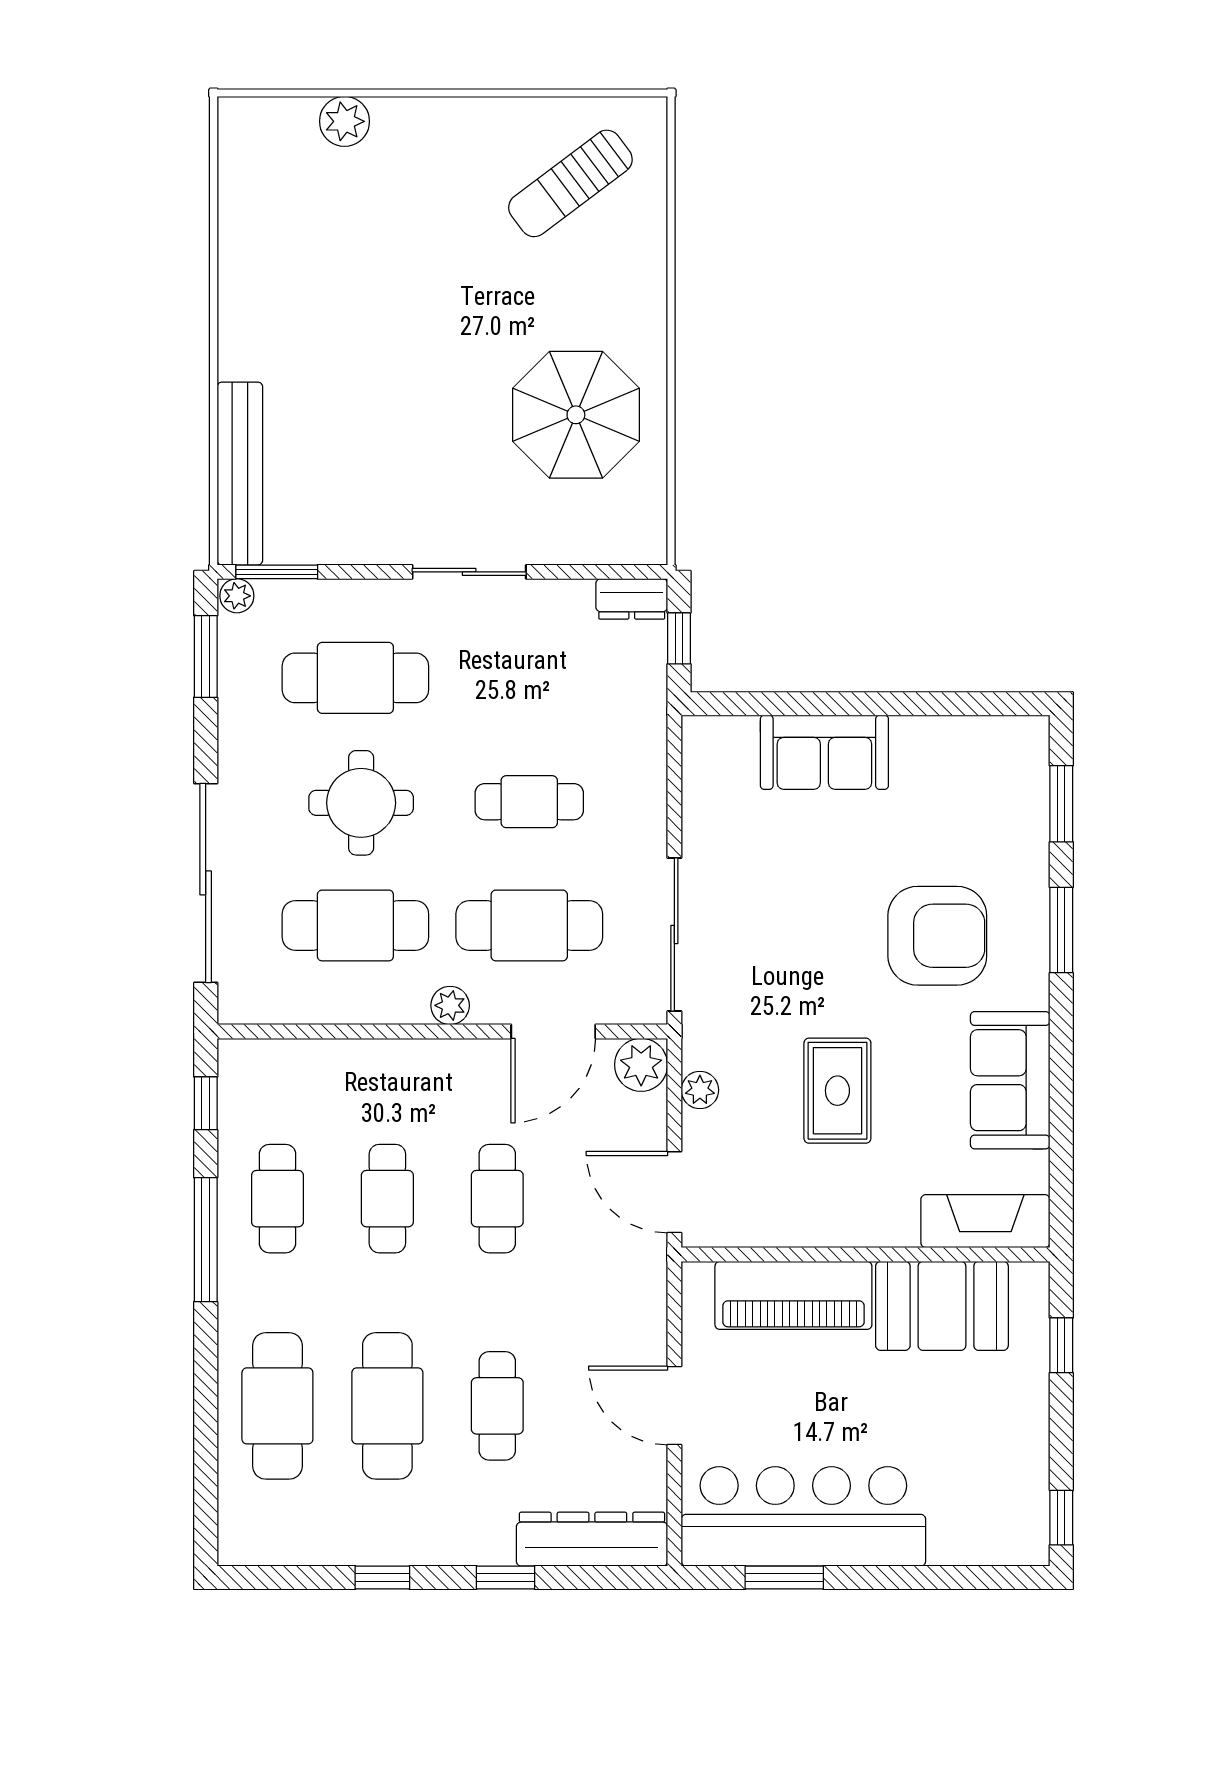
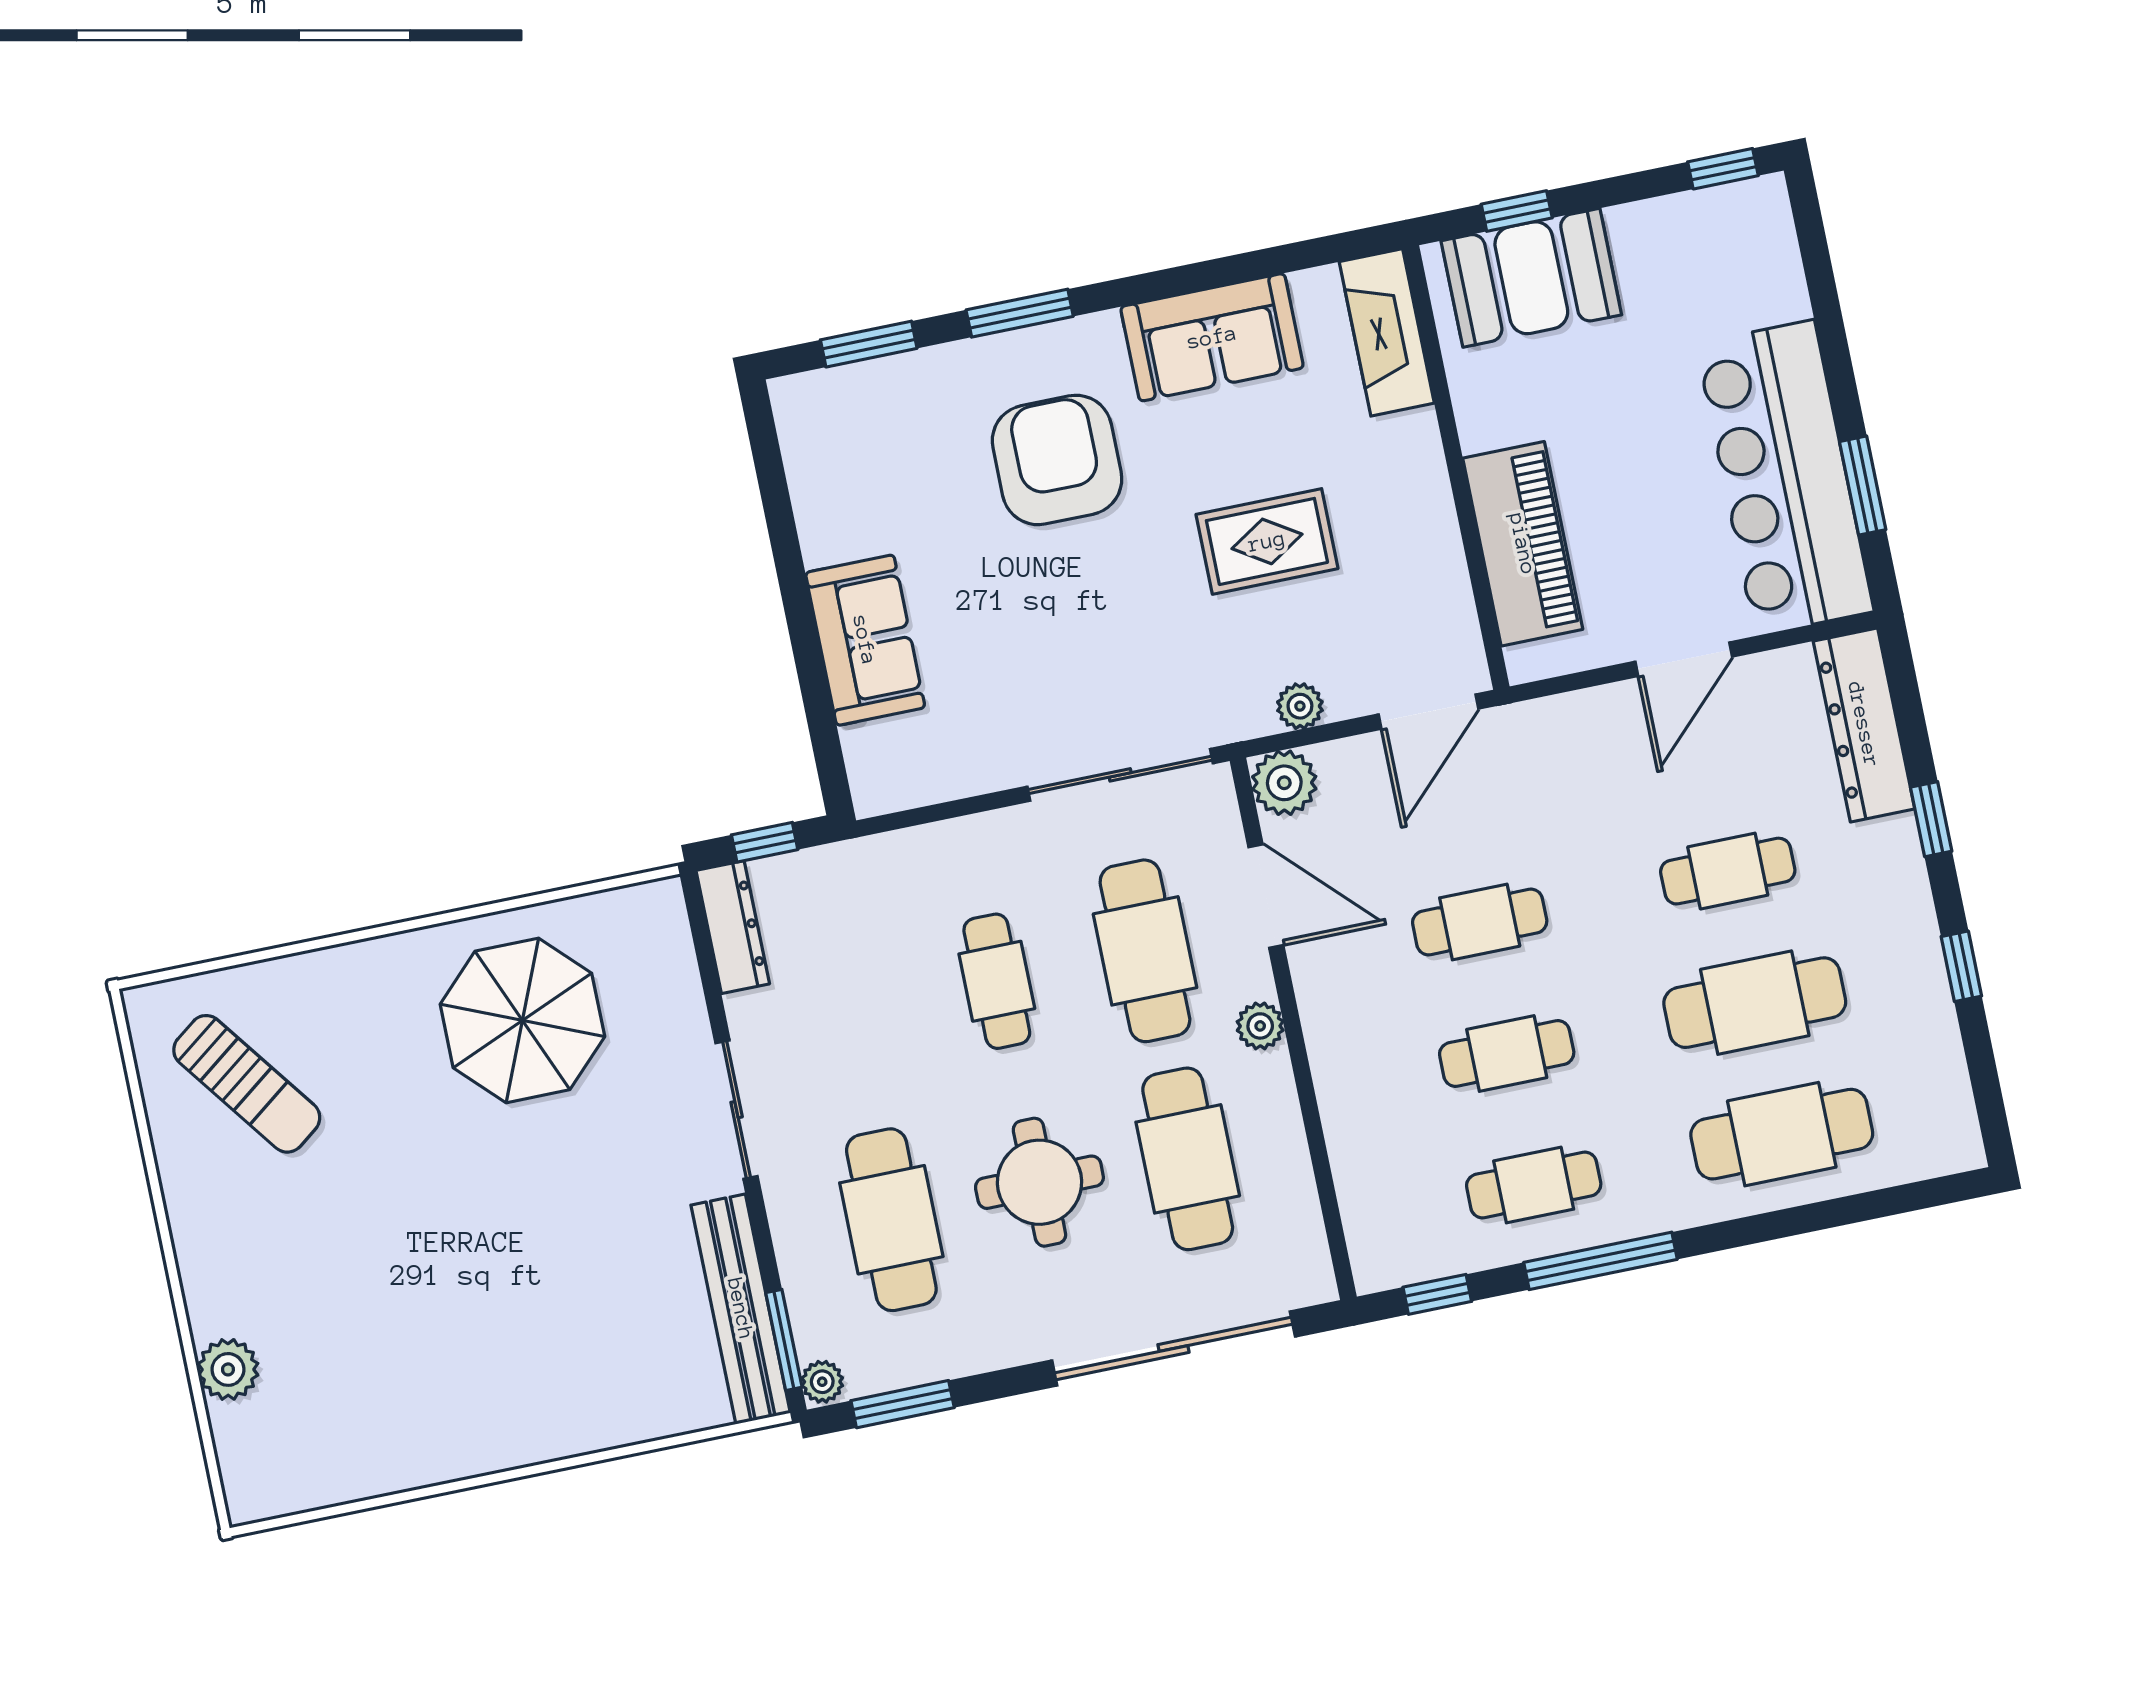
bench: (240, 474) -> (741, 1309), moved, turned 90
dresser: (632, 599) -> (733, 927), width x1.44
booth: (942, 1306) -> (1531, 278), moved, turned 90

